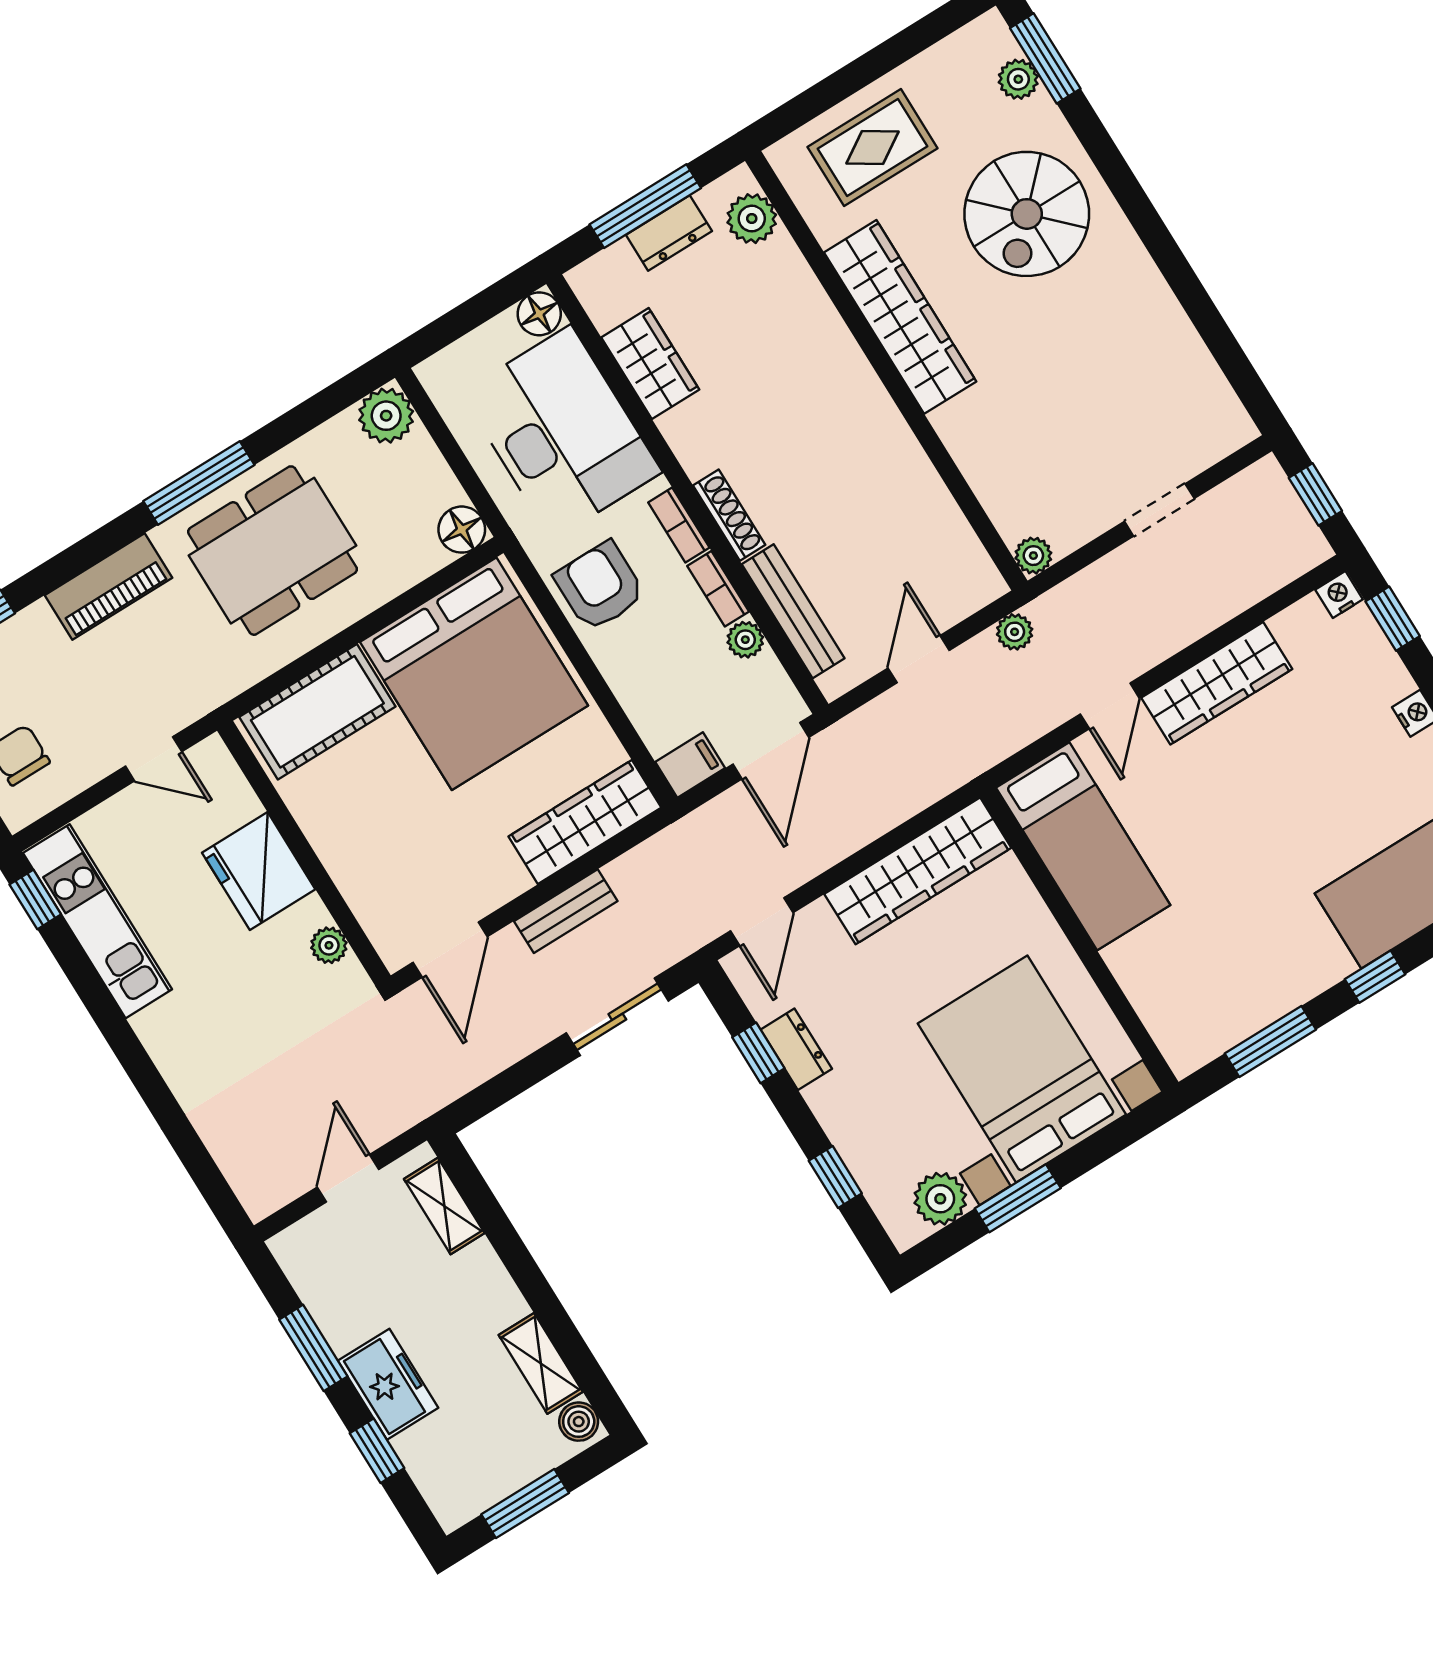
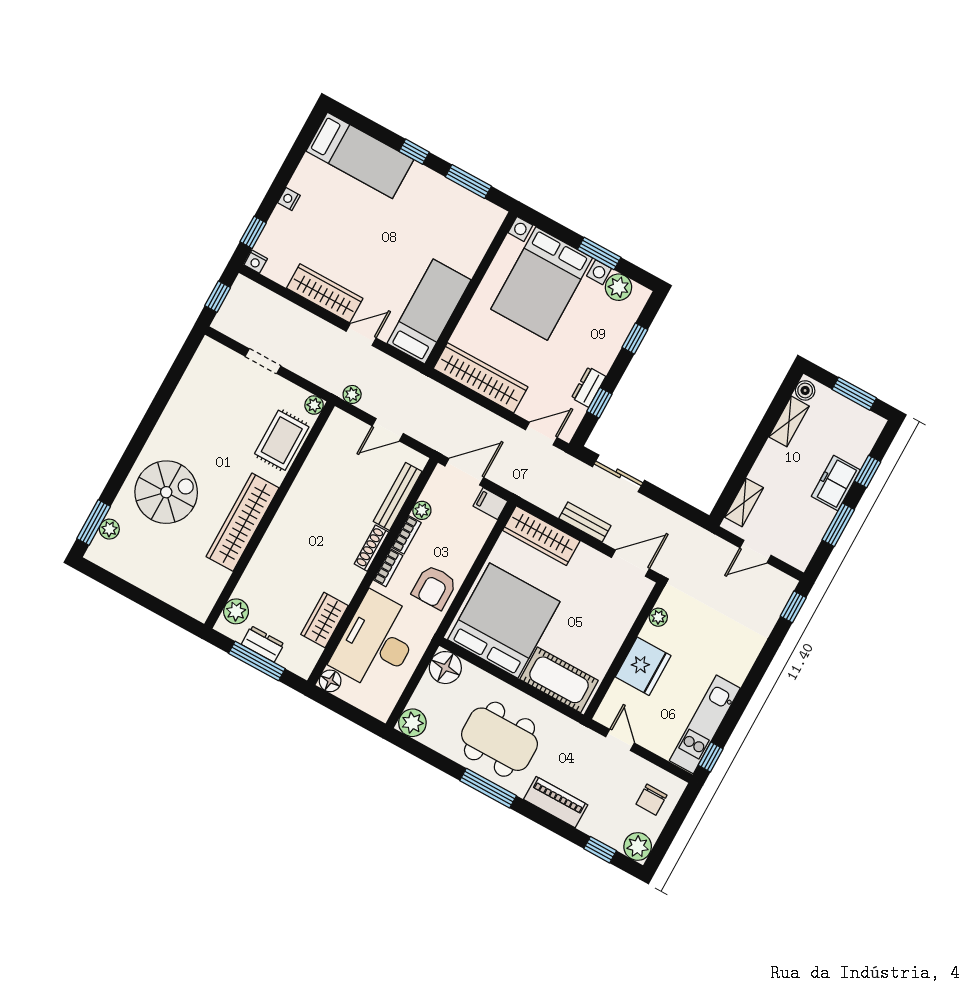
rug: (873, 148) -> (282, 440), moved, turned 90
floor lamp: (462, 530) -> (445, 668), width x1.38, depth x1.38
window: (215, 1189) -> (793, 607), added

